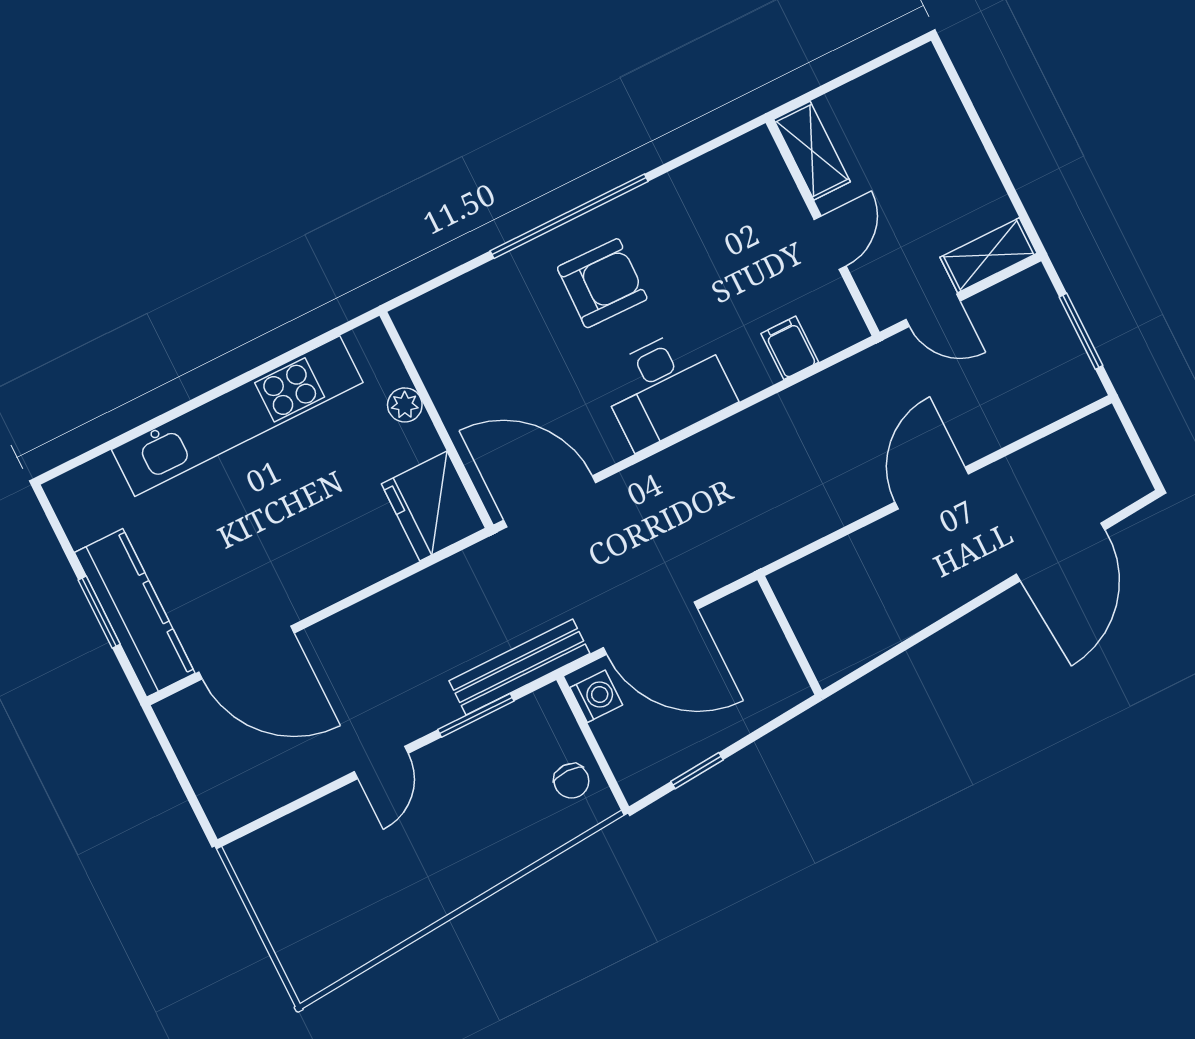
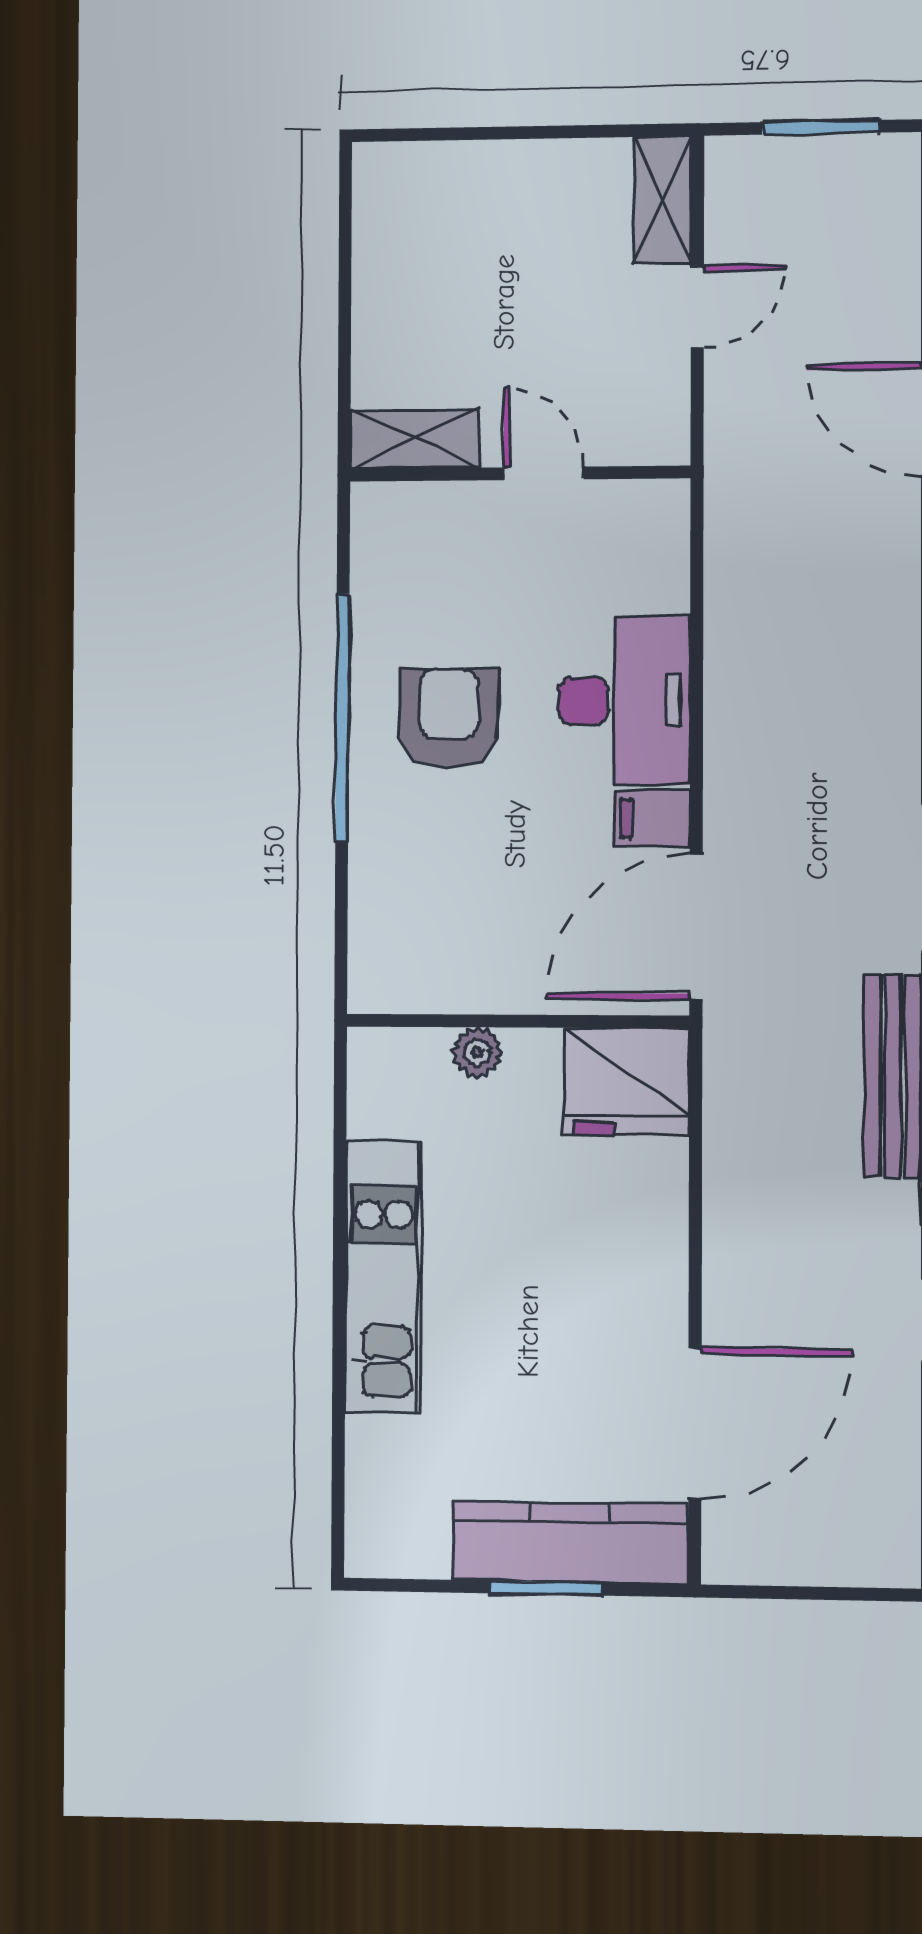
shelving: (812, 151) -> (415, 439), moved
wall: (823, 228) -> (520, 474), moved
door: (830, 243) -> (544, 473), moved
filing cabinet: (790, 348) -> (652, 818), moved
kitchen unit: (237, 416) -> (383, 1277), width x0.73

